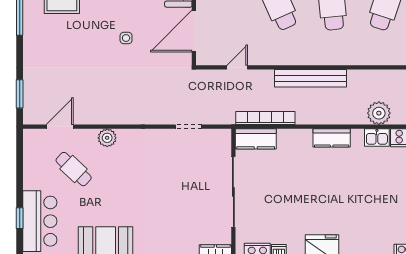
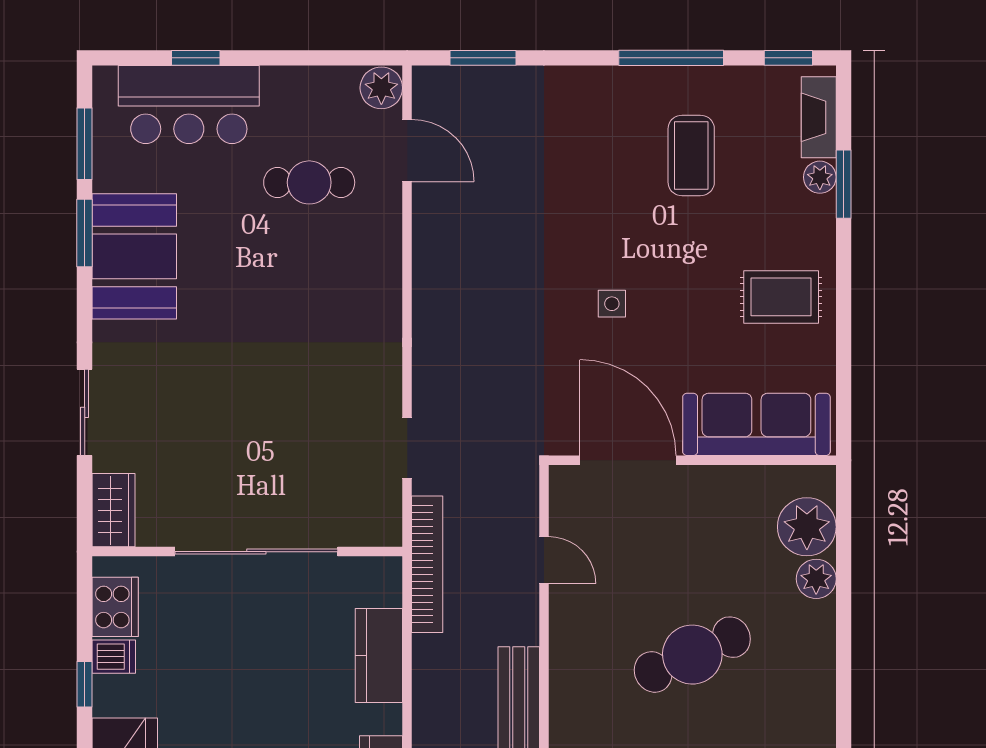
bookcase: (265, 118) -> (427, 564), moved
plant: (107, 138) -> (381, 88), moved
kitchen counter: (256, 139) -> (379, 656), moved
cafe table: (74, 169) -> (309, 182), turned 47

